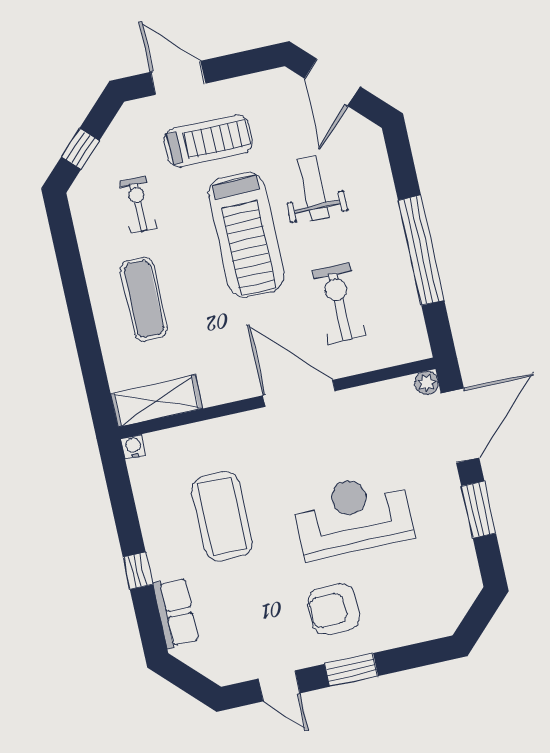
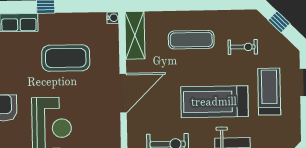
treadmill: (208, 141) -> (269, 92), turned 180
door: (299, 393) -> (123, 93), moved

